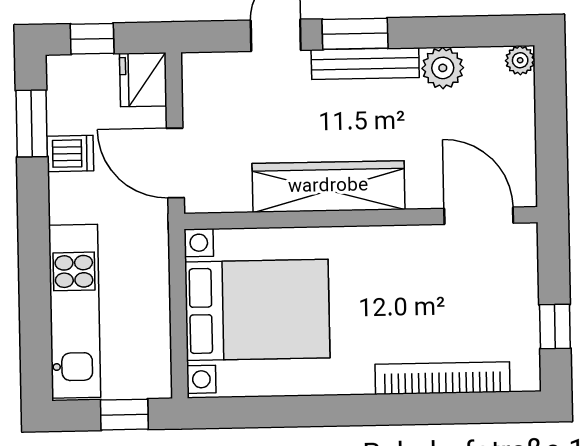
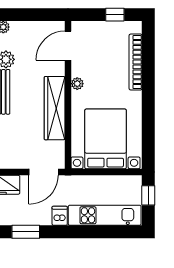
dishwasher: (70, 154) -> (60, 216), moved
plant: (388, 240) -> (77, 84), added

